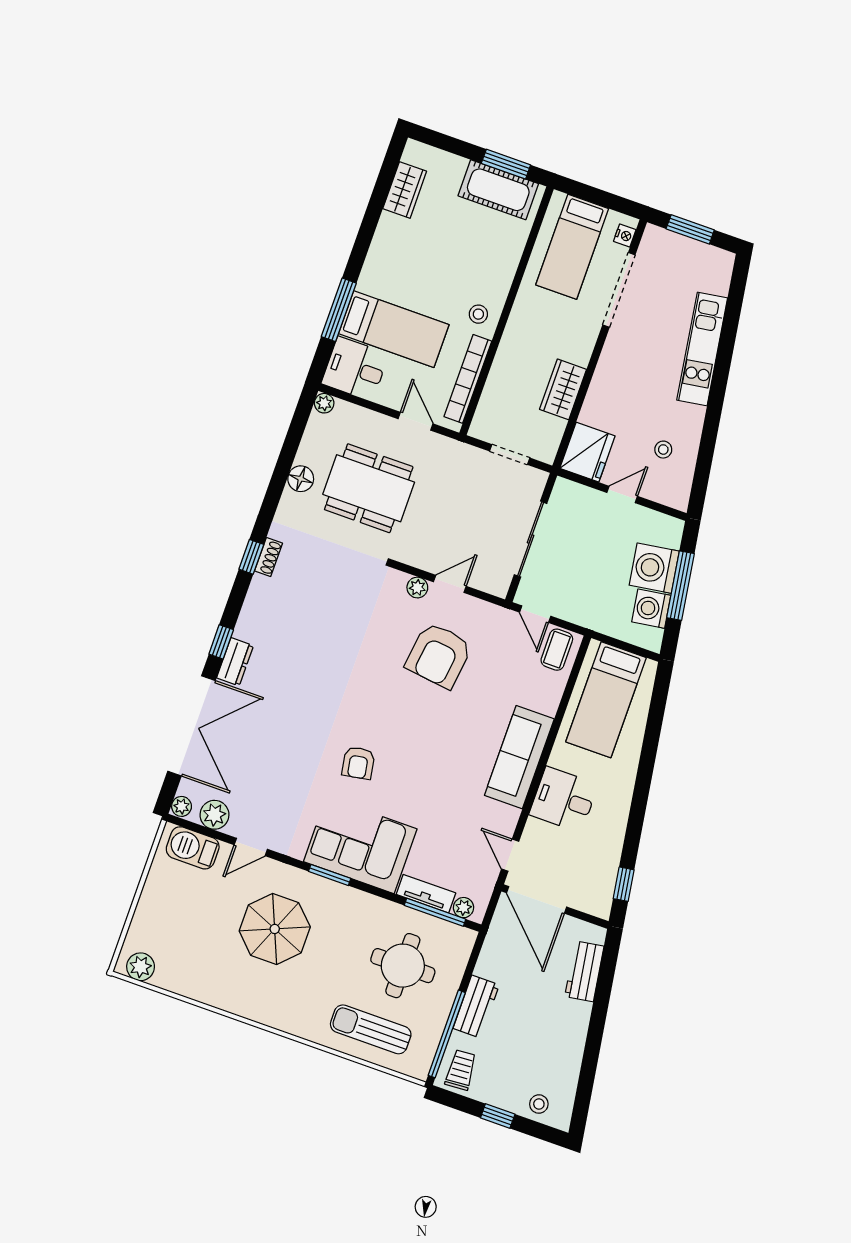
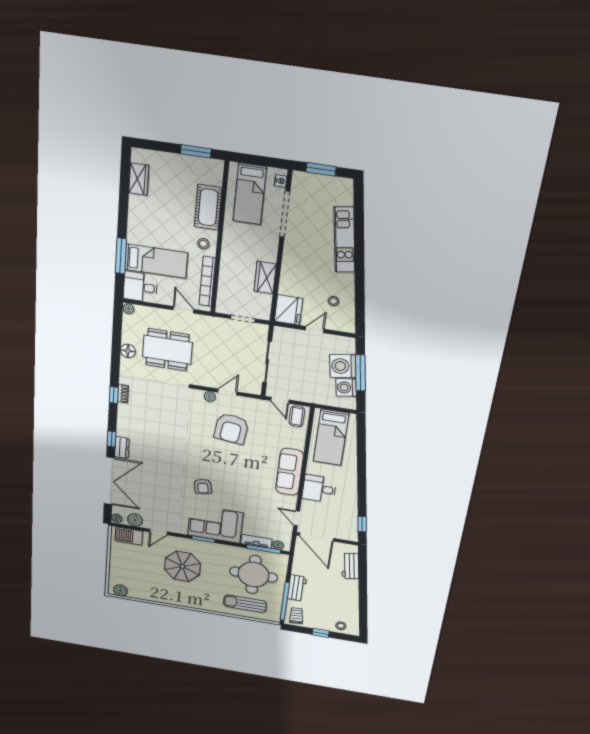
cot: (498, 190) -> (208, 207), moved, turned 90
round table: (403, 966) -> (253, 575), width x1.36, depth x1.36

